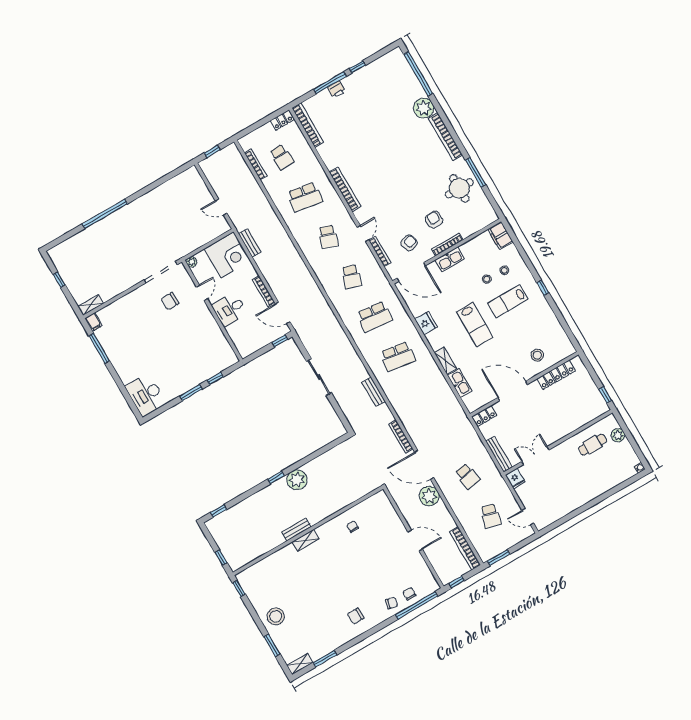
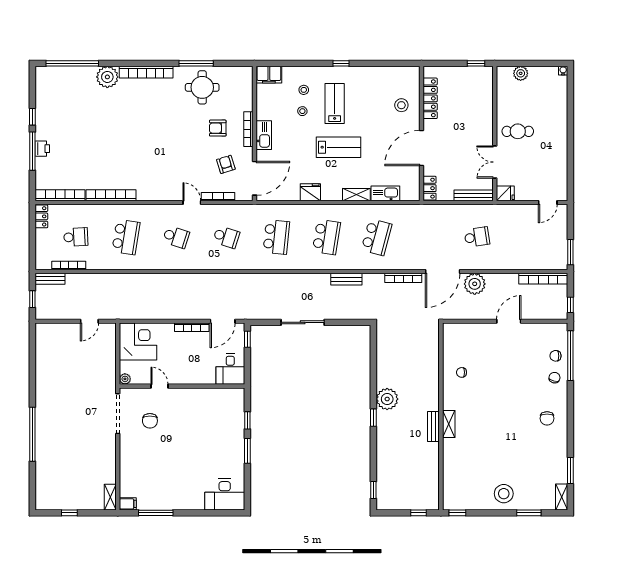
bookcase: (345, 189) -> (111, 195), moved
bench: (250, 243) -> (50, 279), moved
lab bench: (508, 301) -> (335, 104), turned 180
desk: (230, 309) -> (230, 369), moved
cafe table: (593, 445) -> (518, 131), moved, turned 90
school desk: (491, 516) -> (377, 237), moved, width x1.85

